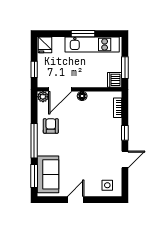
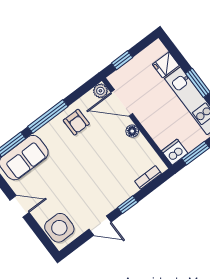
fridge: (45, 45) -> (166, 65), moved
armchair: (51, 126) -> (76, 122), turned 90
side table: (107, 185) -> (59, 228), width x1.87, depth x1.87

